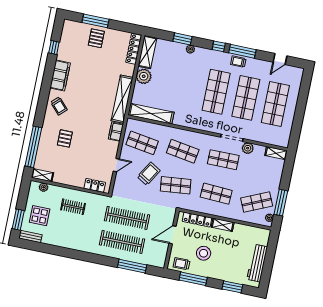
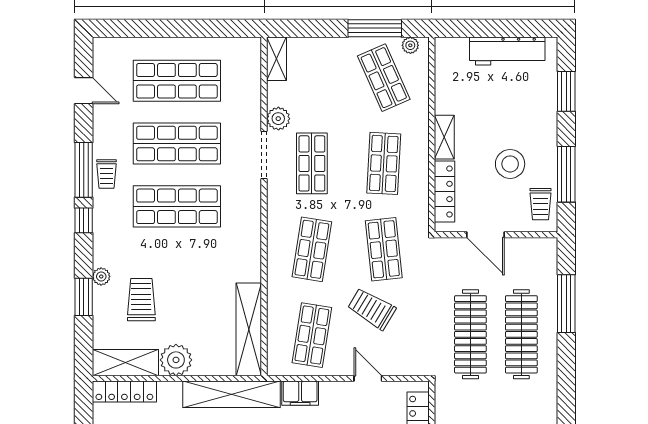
trolley: (176, 66) -> (141, 300), added

